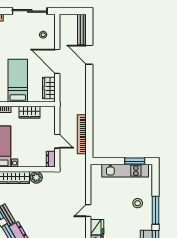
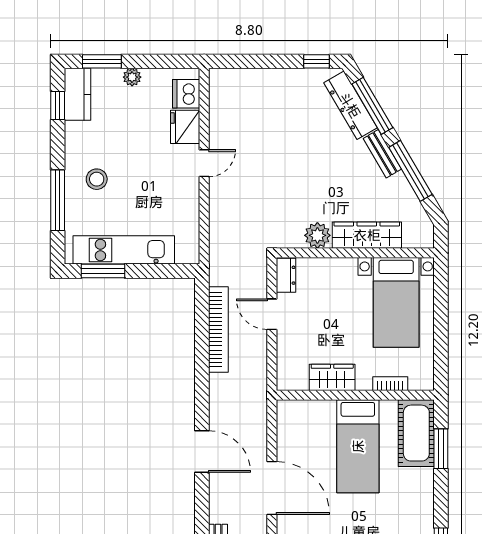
door: (89, 55) -> (202, 452), moved
wardrobe: (49, 88) -> (290, 430), removed
window: (156, 210) -> (58, 200), moved

